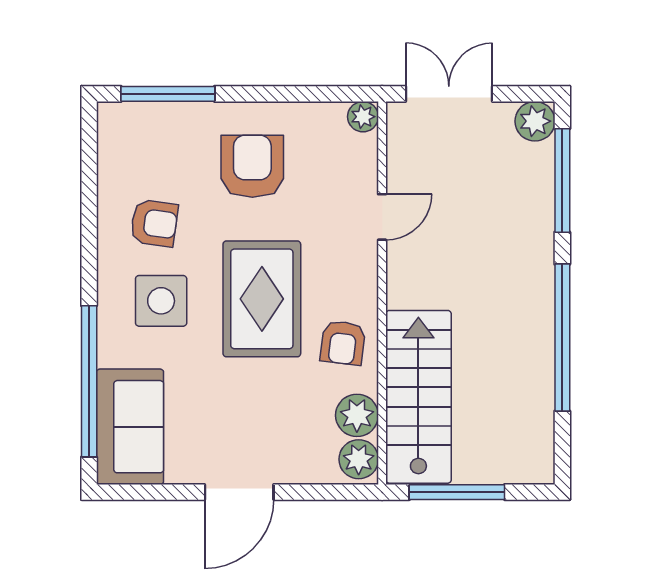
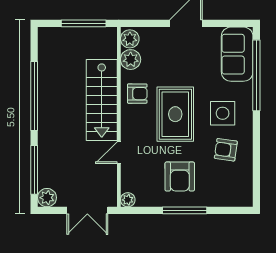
window: (168, 94) -> (185, 210), moved
armchair: (343, 343) -> (137, 94), turned 83
stairs: (418, 397) -> (102, 100), moved

